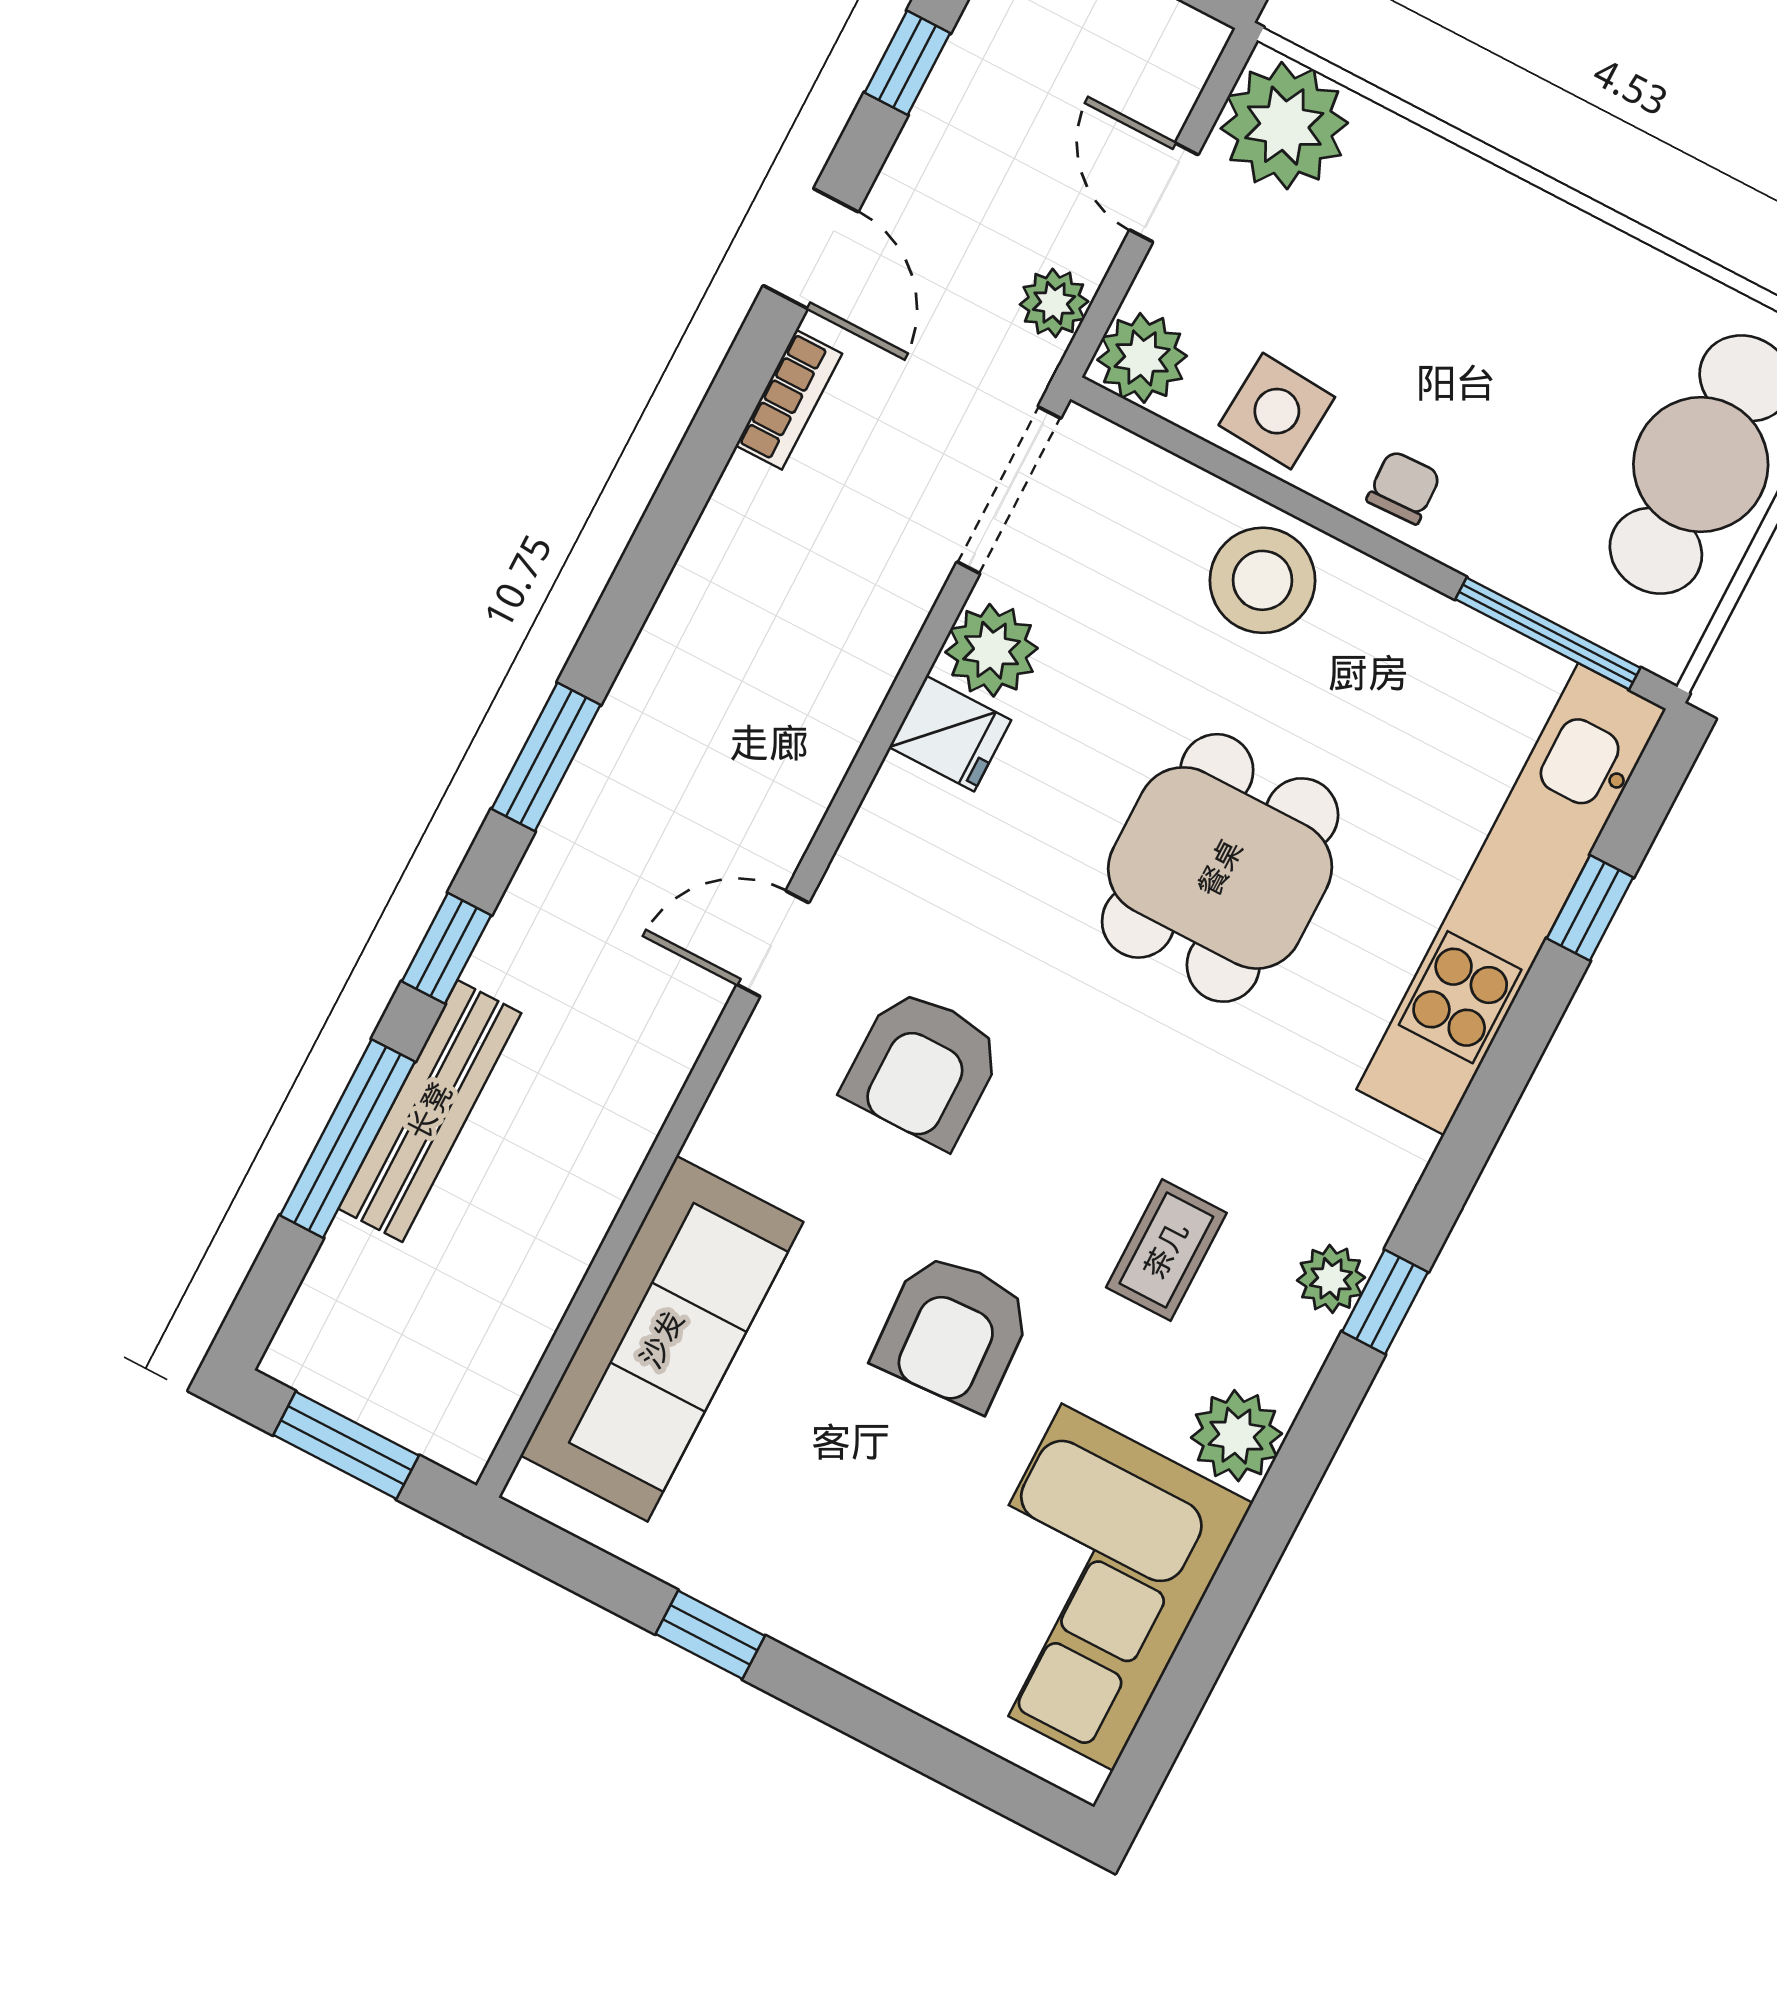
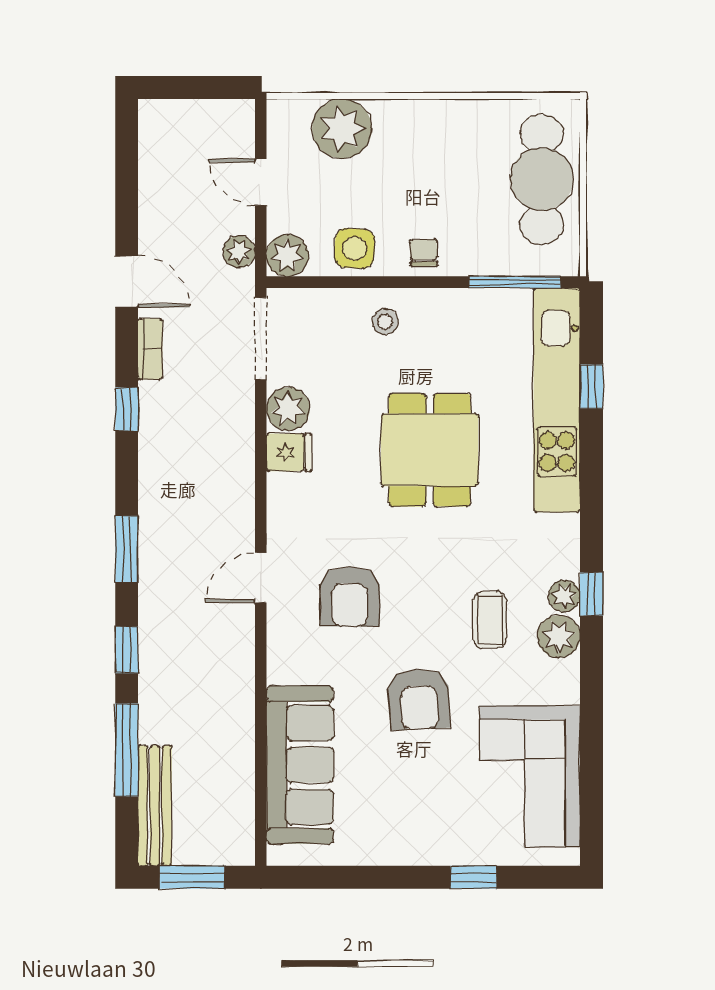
window: (907, 63) -> (127, 409), moved
plant: (1284, 126) -> (342, 129), moved
stool: (1263, 580) -> (385, 322), width x0.53, depth x0.53
bench: (430, 1111) -> (155, 806), moved
plant: (1236, 1436) -> (559, 636), moved
window: (710, 1635) -> (473, 877), moved

